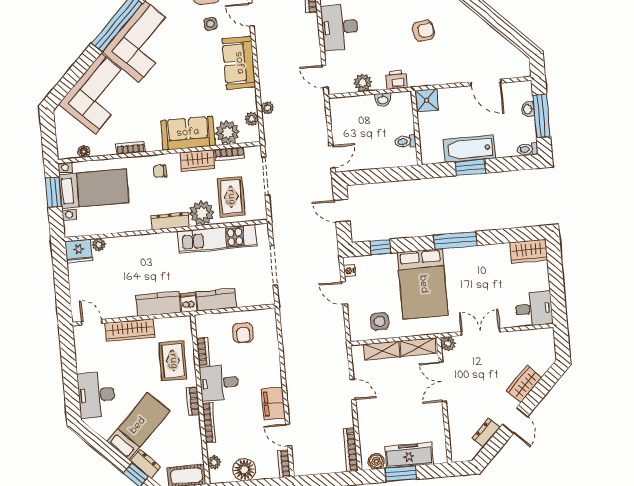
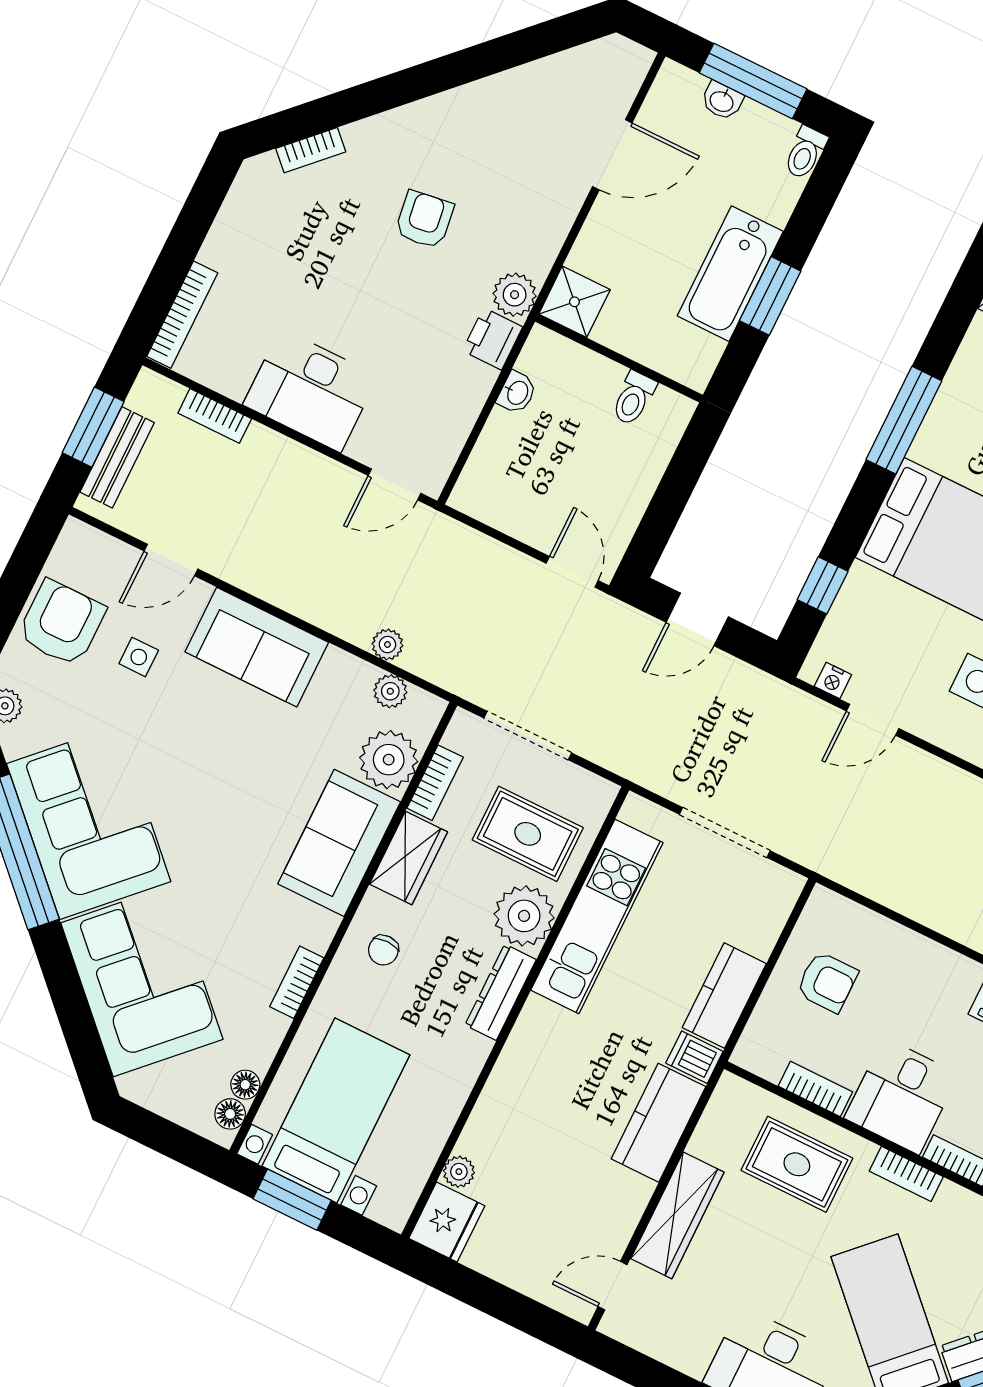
plant: (363, 83) -> (515, 295), moved
floor lamp: (70, 153) -> (230, 1114), added

